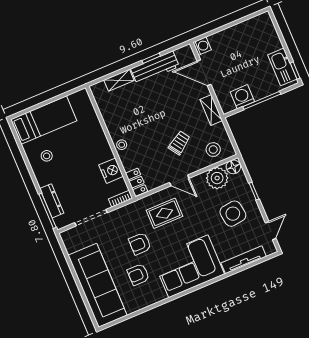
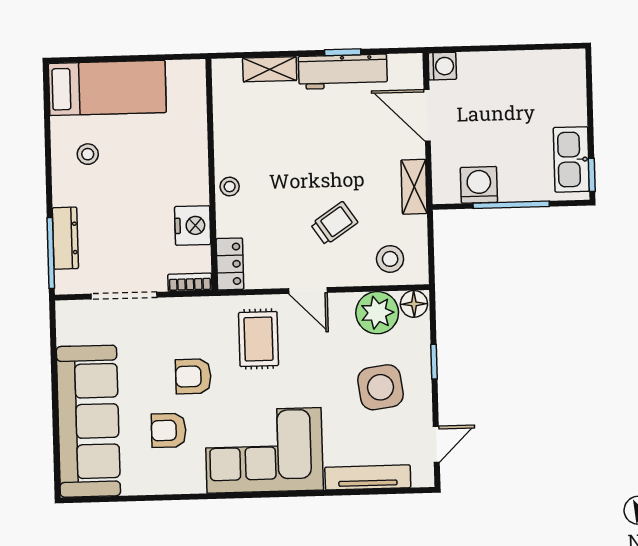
rug: (165, 213) -> (258, 339), turned 90

